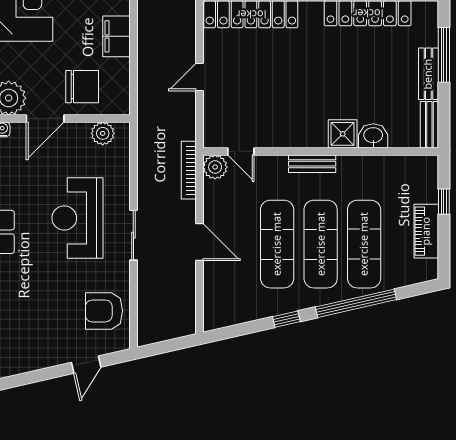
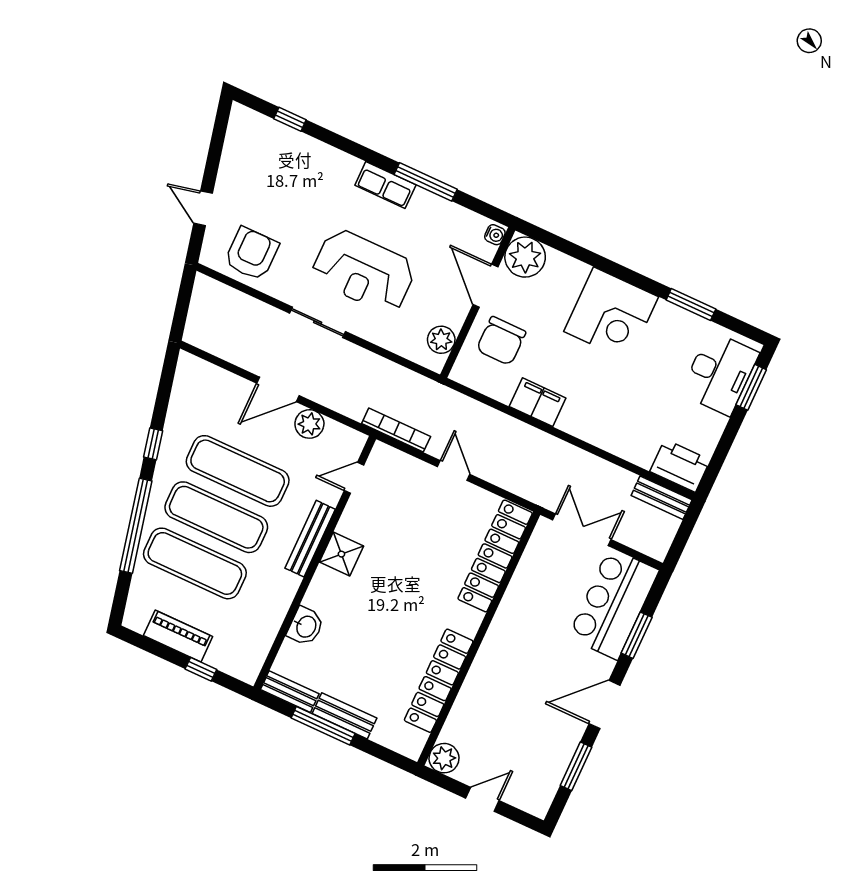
window: (444, 55) -> (323, 726), moved
shower: (343, 134) -> (341, 554), moved
bench: (312, 164) -> (310, 539), width x1.36
plant: (215, 167) -> (309, 424), moved
bookcase: (189, 170) -> (396, 430), moved
reception desk: (77, 218) -> (363, 271), turned 180

